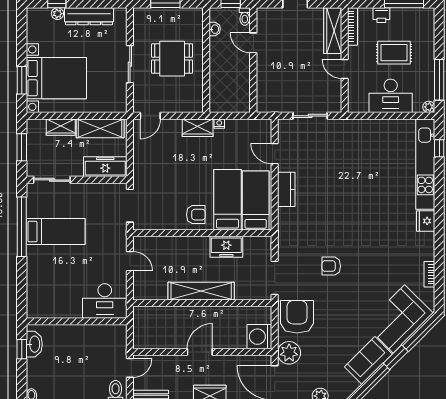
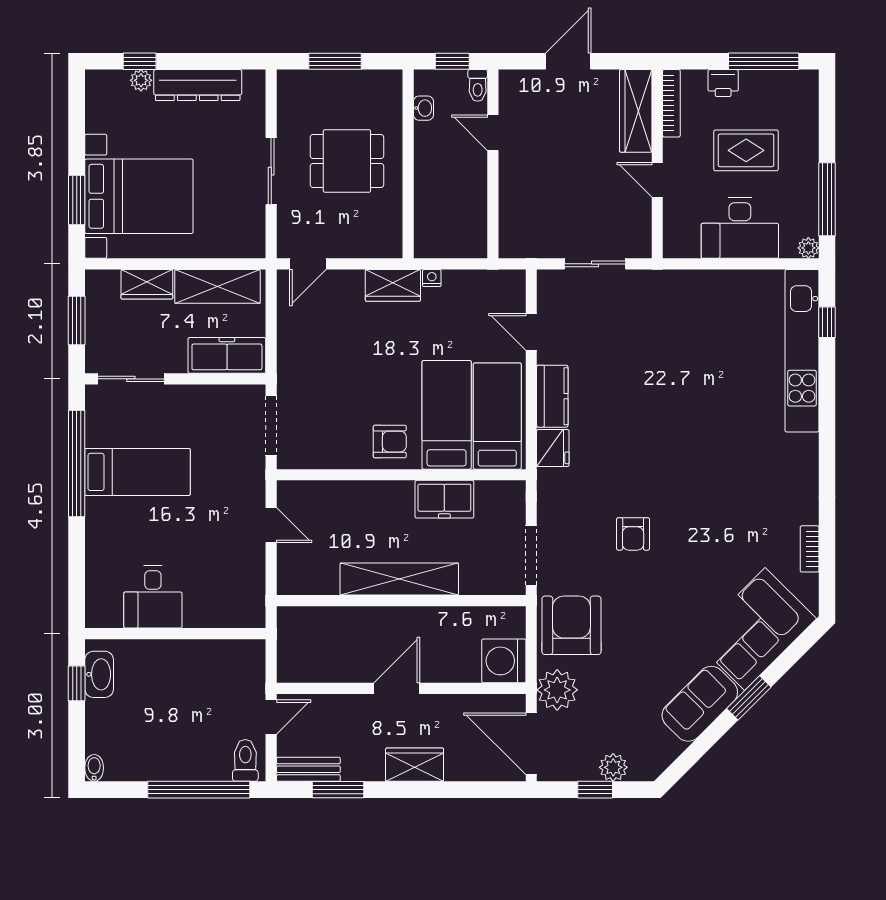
fridge: (426, 221) -> (553, 448), moved, turned 180
armchair: (331, 266) -> (633, 534), turned -90
desk: (105, 301) -> (153, 597), moved, width x0.73

